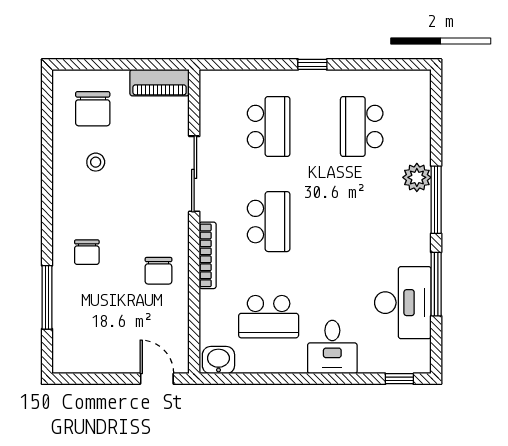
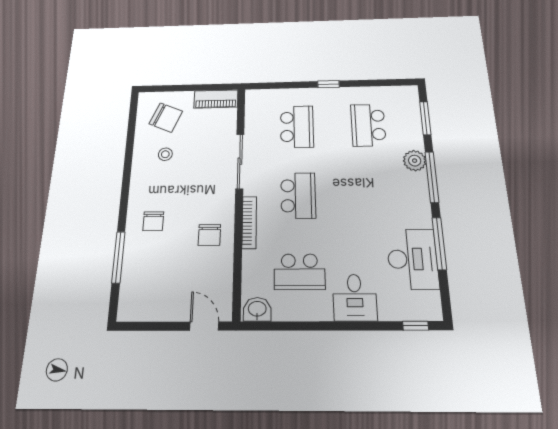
chair: (93, 109) -> (166, 117), turned -67
window: (436, 118) -> (425, 118), added

